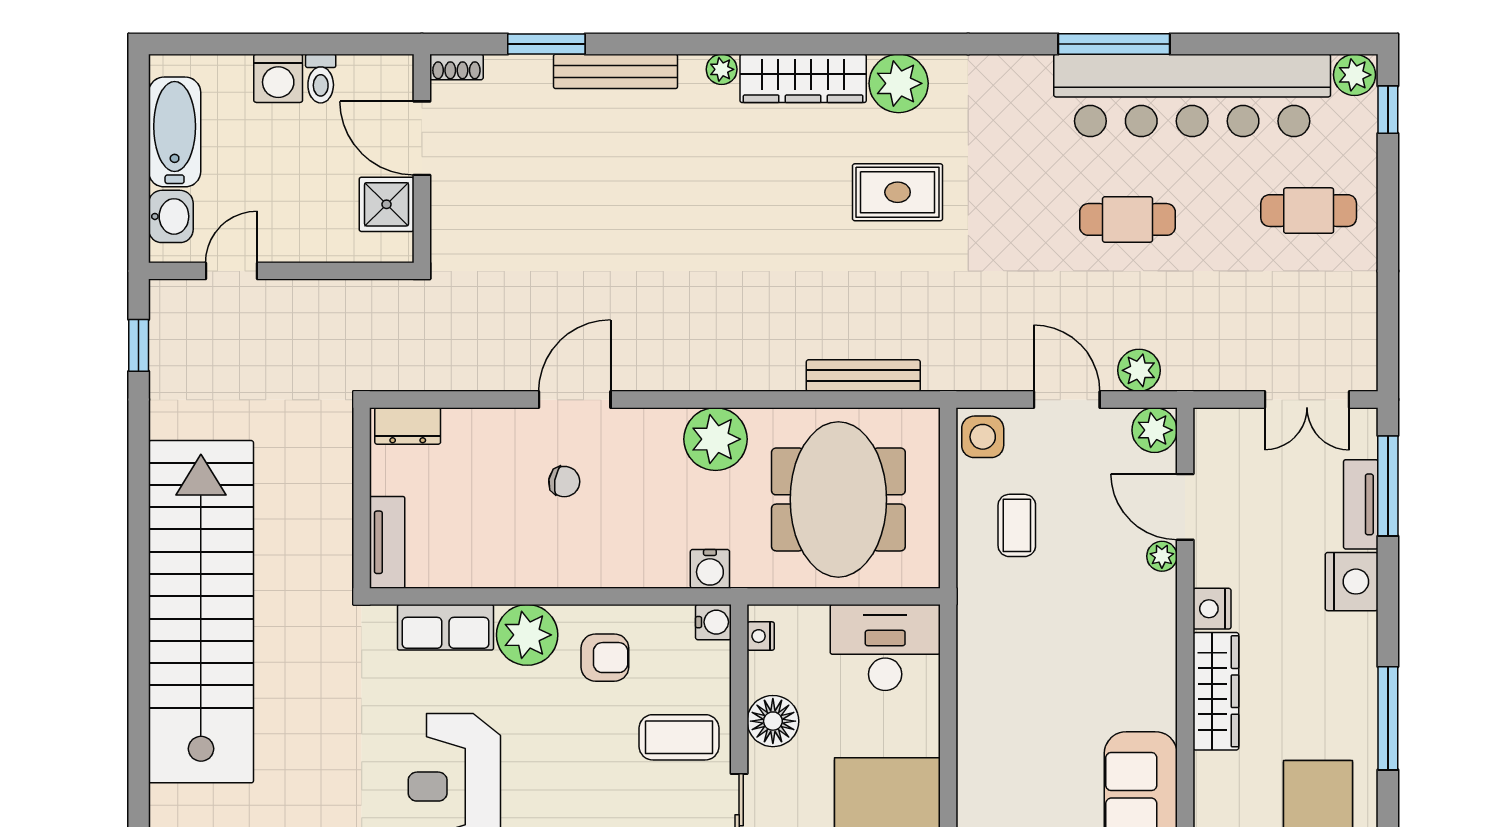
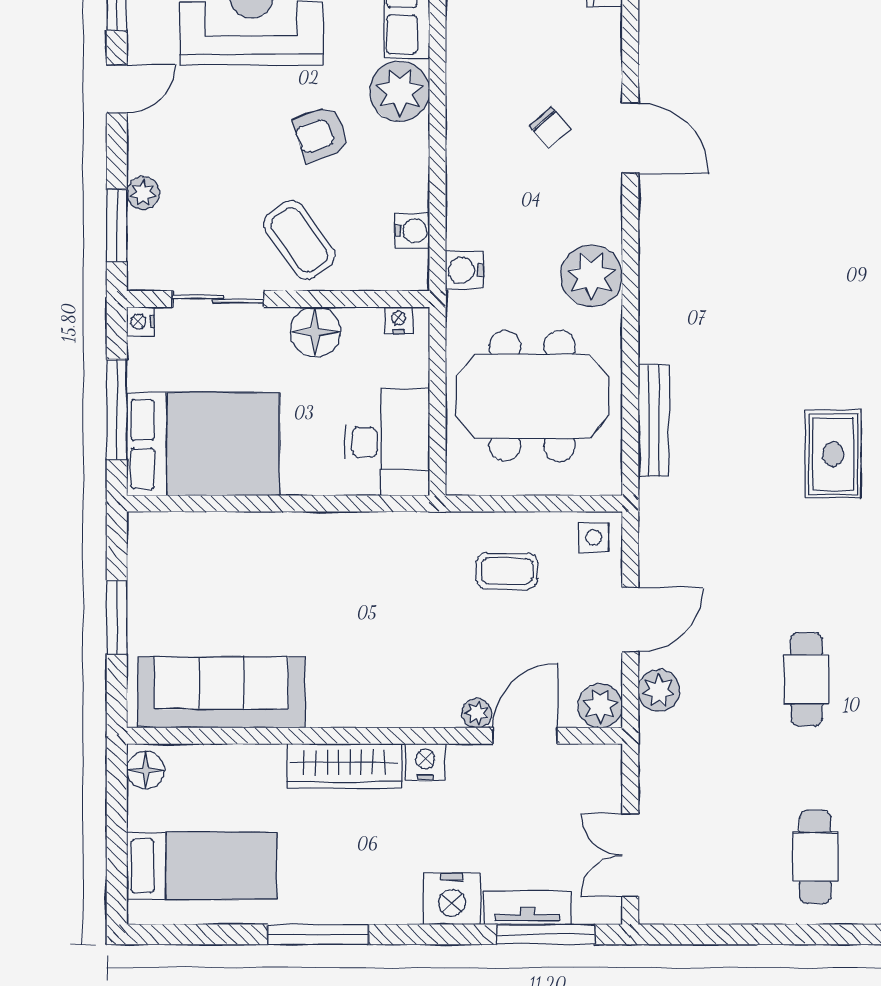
side table: (983, 437) -> (594, 537), width x0.73, depth x0.73
chair: (564, 482) -> (550, 128), turned -50
water cooler: (713, 622) -> (412, 231), moved, turned -90
armchair: (605, 658) -> (321, 134), moved, turned 71
coffee table: (679, 737) -> (299, 240), turned -36

